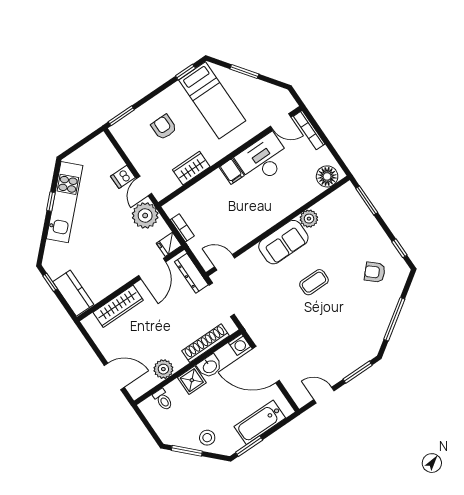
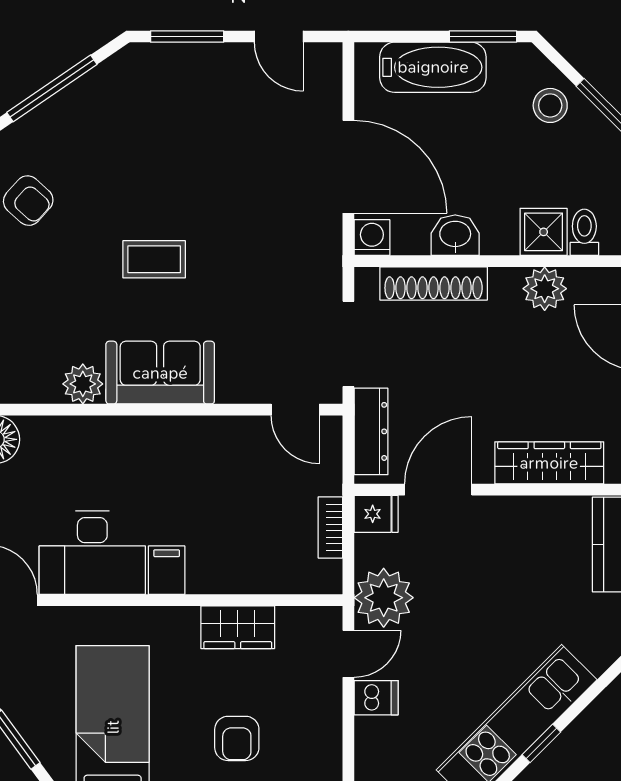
shower: (192, 380) -> (544, 232), moved

